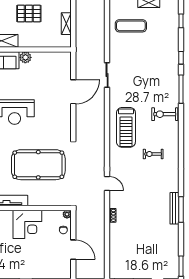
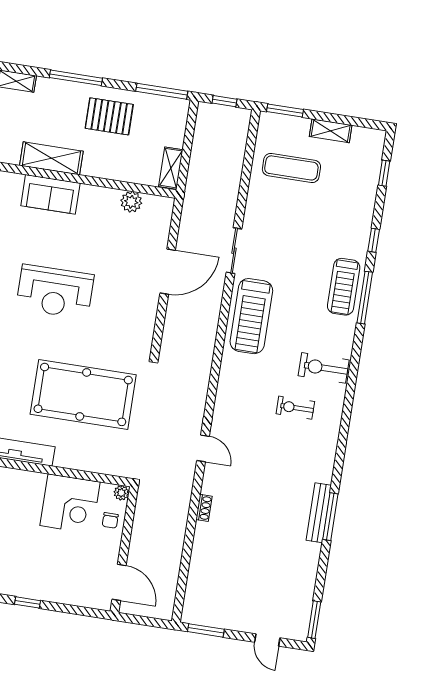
shelving: (66, 24) -> (171, 168), moved
plant: (25, 57) -> (131, 202), moved
treadmill: (169, 85) -> (344, 287), added
exercise bike: (165, 114) -> (324, 368), moved
treadmill: (126, 127) -> (251, 316), moved
corner desk: (27, 224) -> (70, 504), moved
door: (73, 250) -> (119, 582), moved

